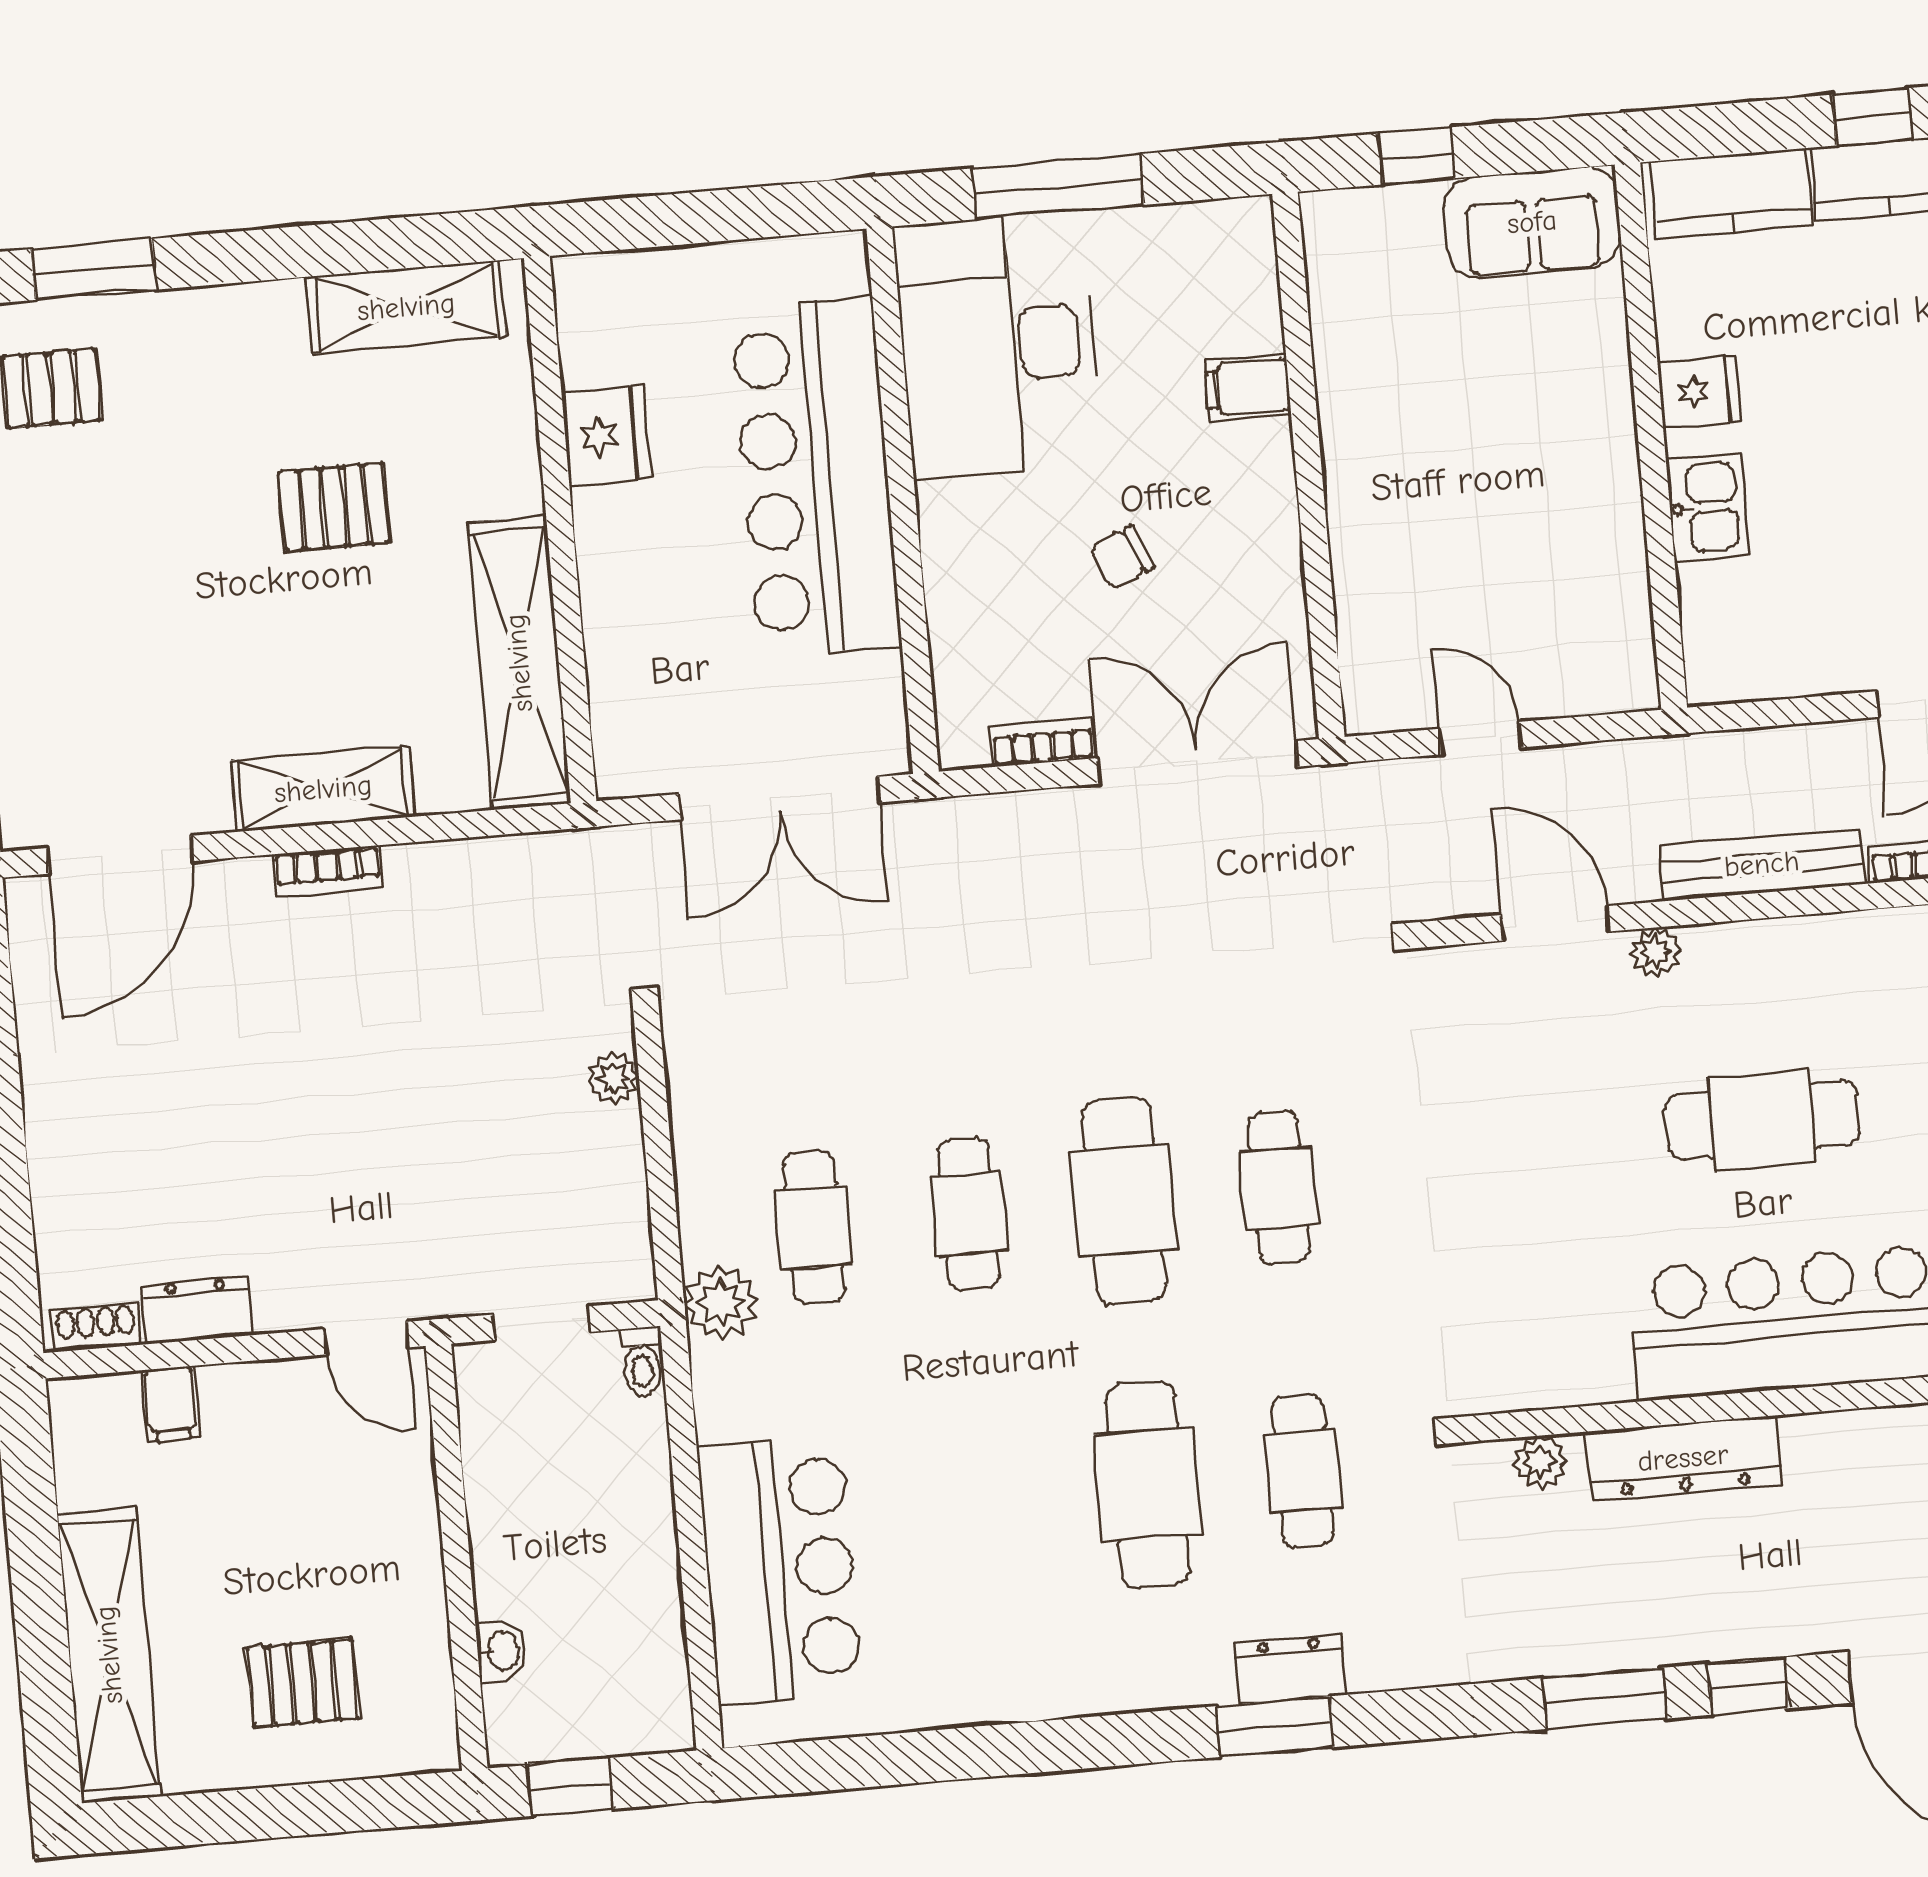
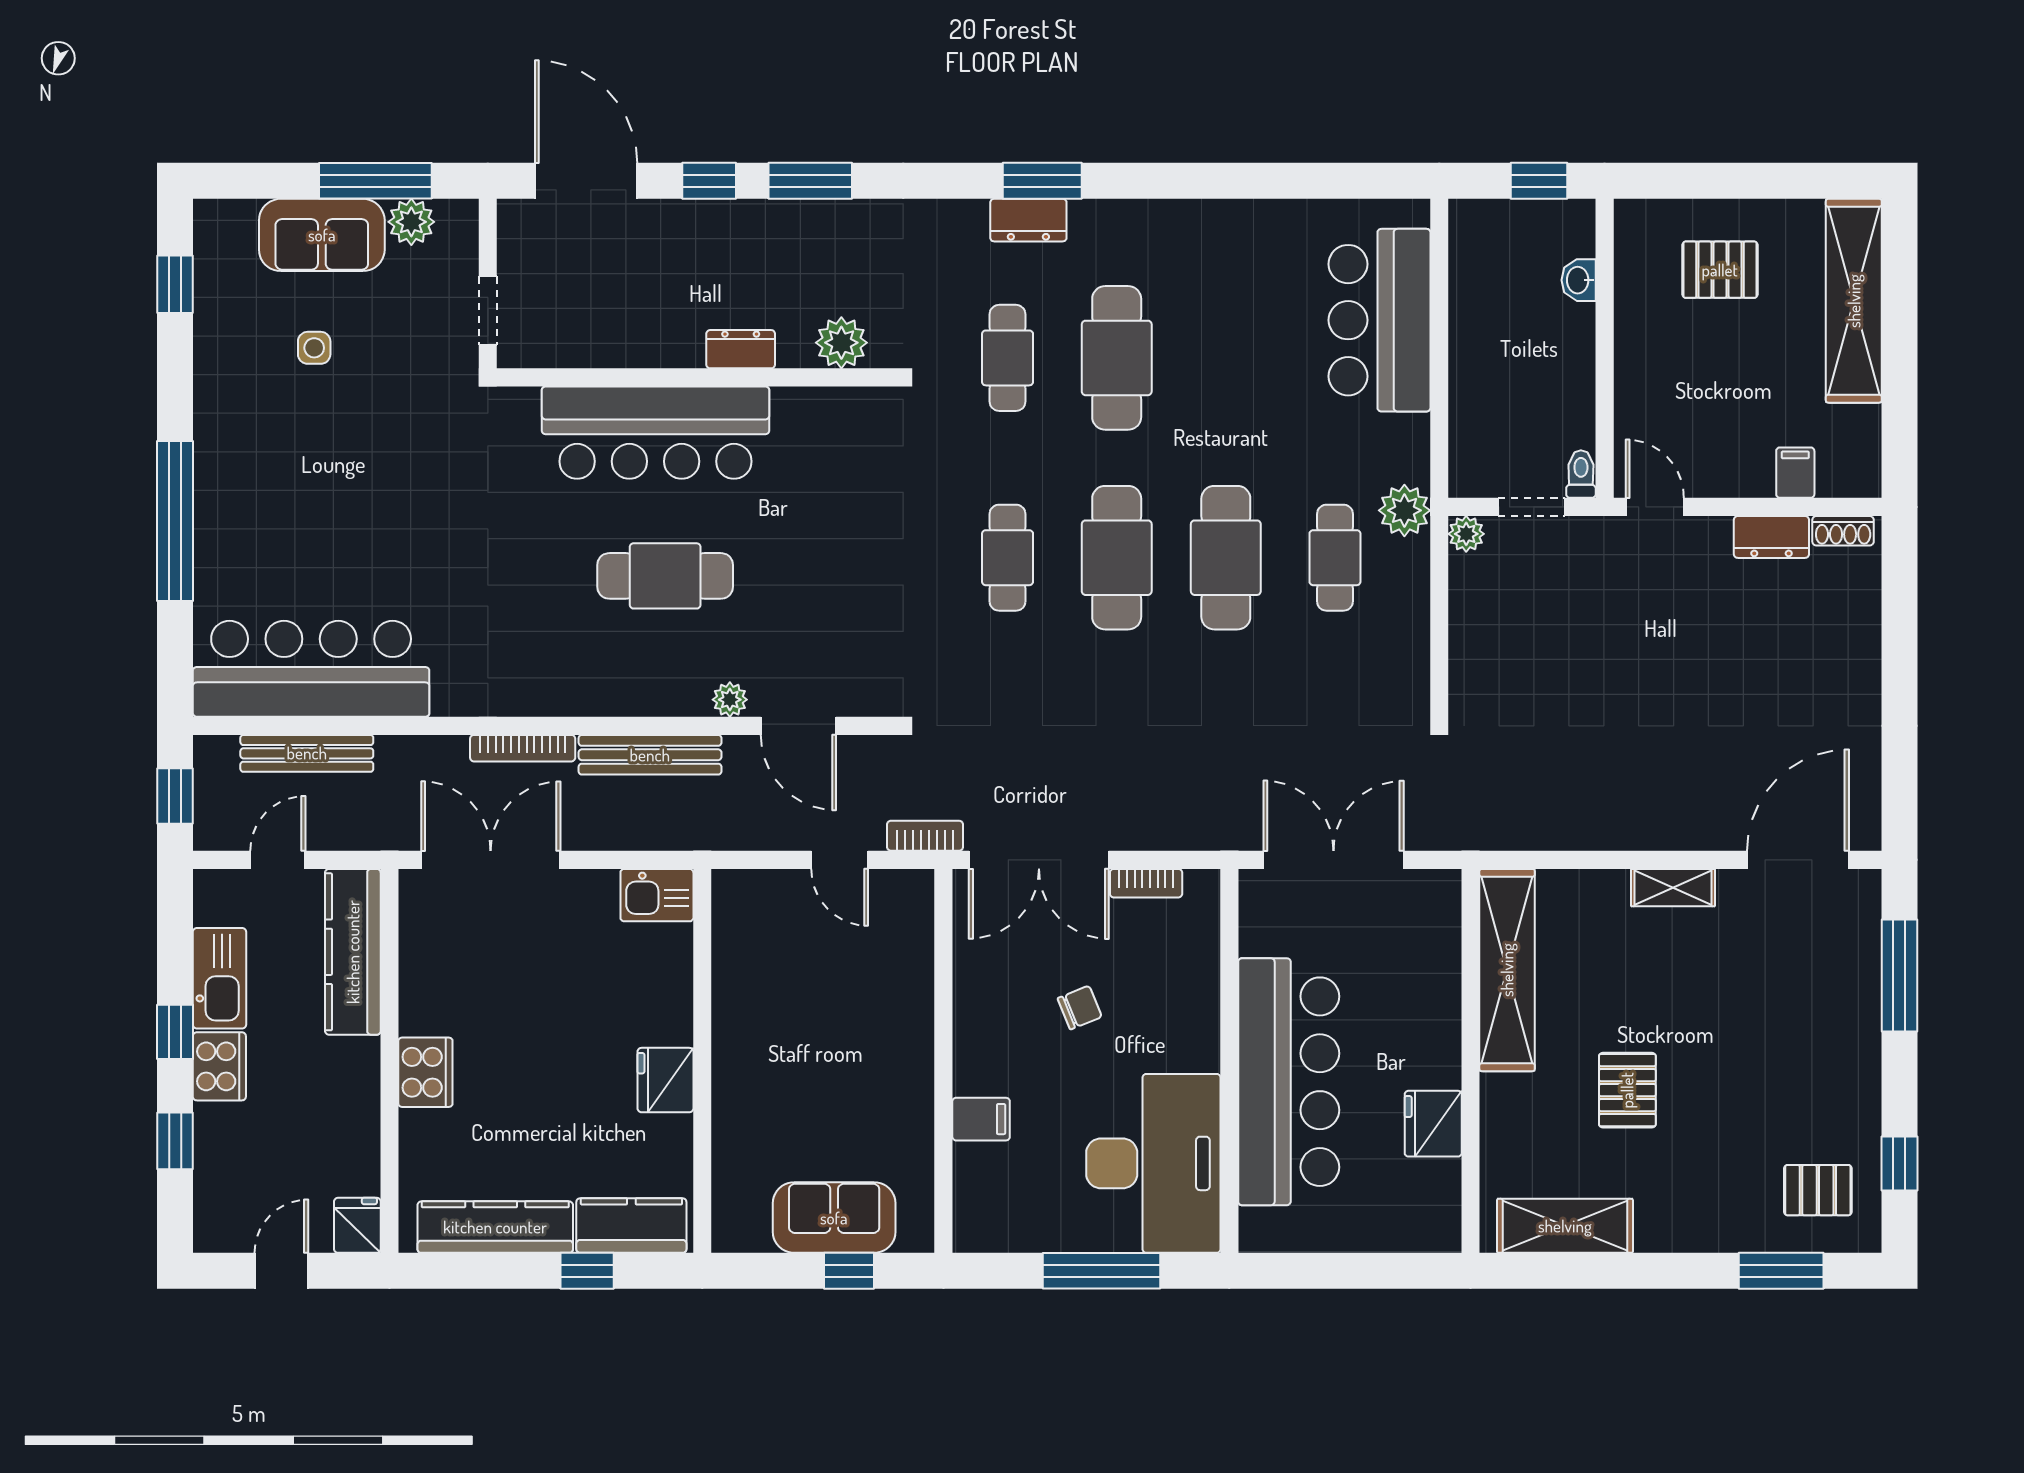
window: (1872, 117) -> (587, 1271), moved
sofa: (1532, 222) -> (834, 1218), moved
fridge: (1700, 392) -> (665, 1080), width x1.38
pallet: (334, 507) -> (1627, 1090), turned 90
kitchen sink: (1707, 507) -> (657, 895), moved, turned -90
shelving: (323, 789) -> (1673, 888), width x0.67, depth x0.75
bookcase: (328, 871) -> (925, 836), moved
plant: (613, 1078) -> (1466, 534), moved
cafe table: (969, 1214) -> (1226, 558), width x1.37, depth x1.35
toilet: (642, 1362) -> (1581, 474), moved
dresser: (1683, 1458) -> (741, 349), width x0.51, depth x0.80
plant: (1540, 1462) -> (841, 343), width x1.38, depth x1.38

